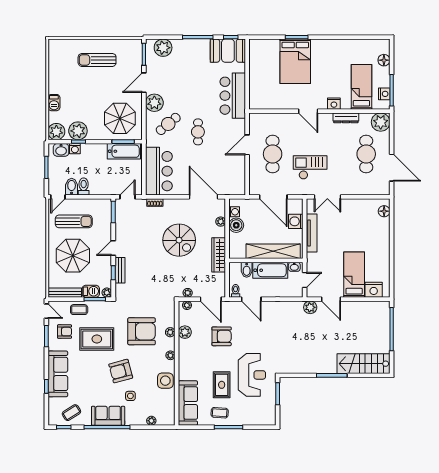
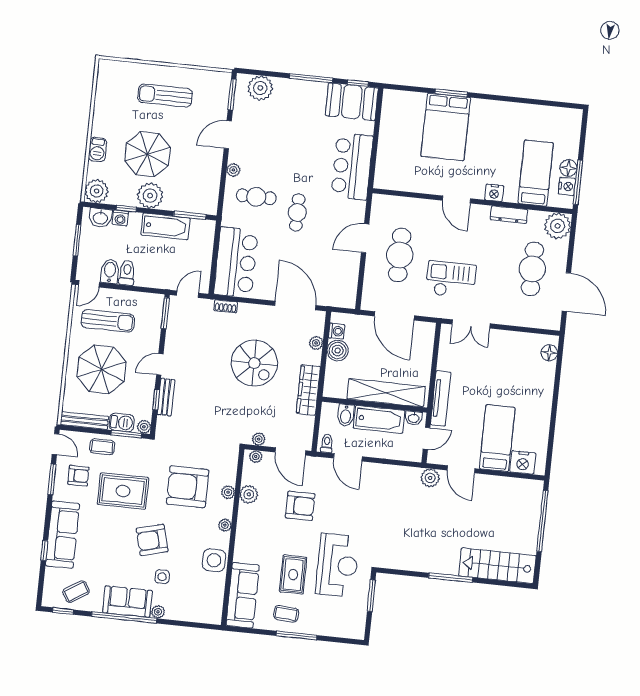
floor lamp: (384, 60) -> (568, 168), moved
plant: (154, 103) -> (233, 170), width x0.53, depth x0.53
parasol: (120, 118) -> (148, 154), moved
cafe table: (168, 124) -> (256, 197), turned 40
plant: (78, 131) -> (150, 196), moved
bathtub: (124, 151) -> (165, 226), moved
washing machine: (296, 221) -> (423, 354), removed
tv unit: (312, 233) -> (441, 398), moved
armchair: (142, 331) -> (188, 487), turned 180
plant: (151, 421) -> (158, 612), moved

